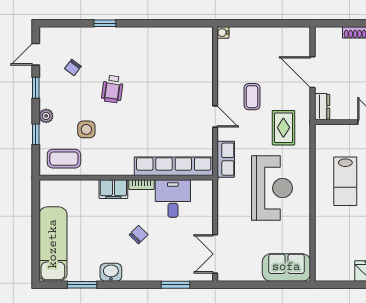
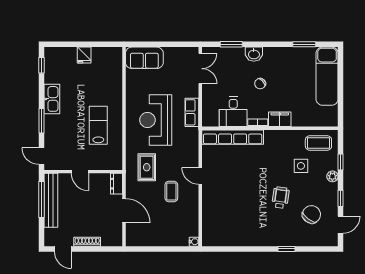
chair: (73, 67) -> (311, 214), width x1.87, depth x1.87
row of seats: (226, 159) -> (192, 112), moved
washbasin: (111, 272) -> (254, 54), moved

